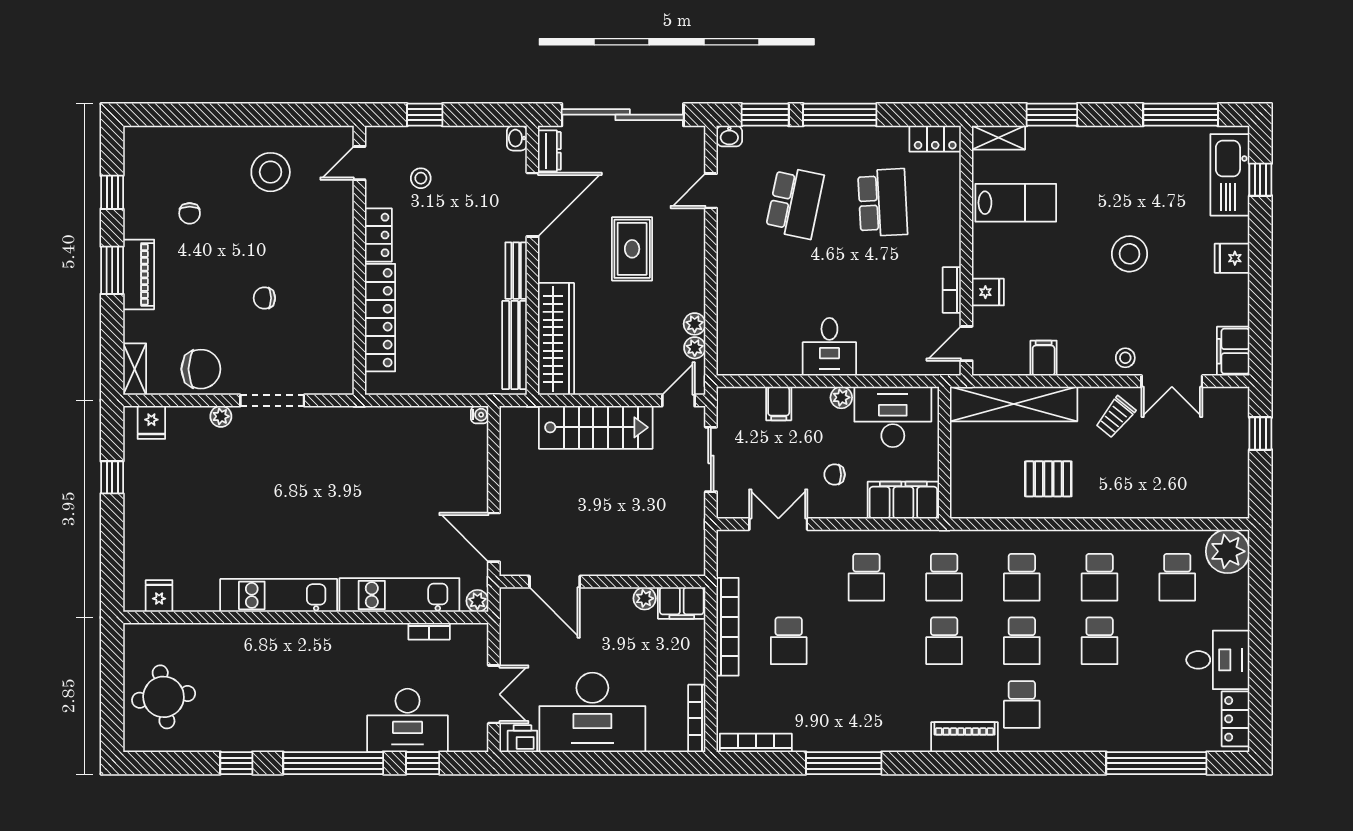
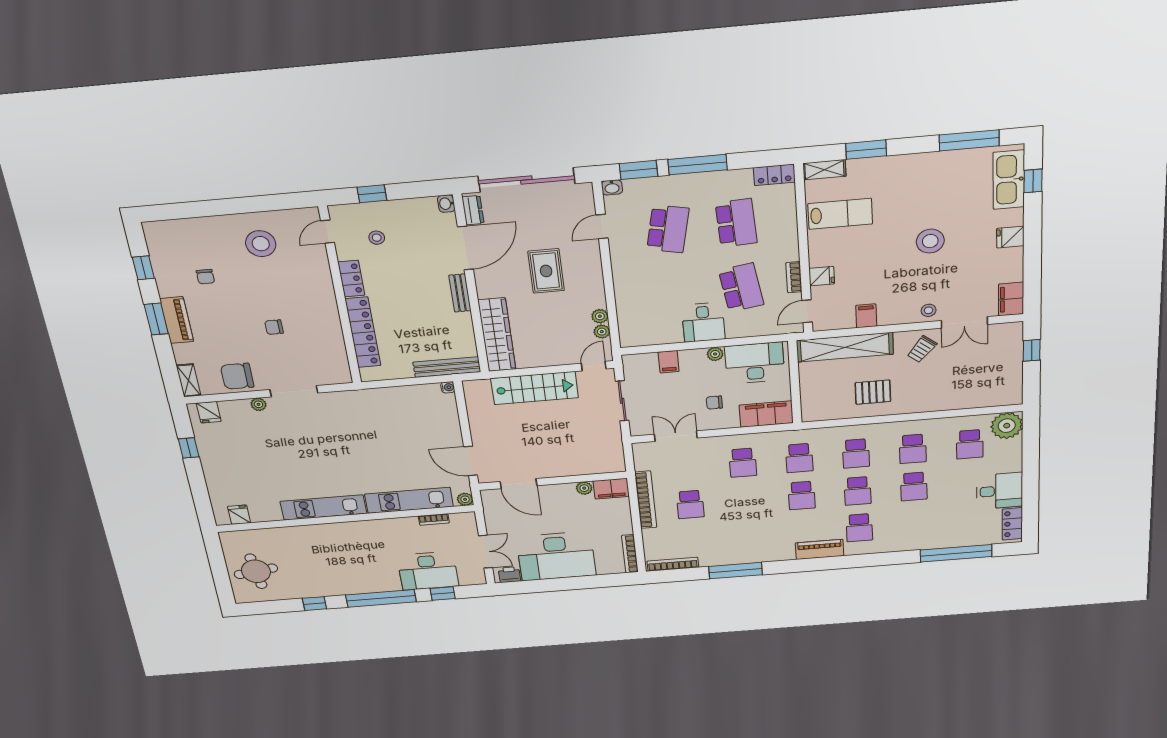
school desk: (883, 299) -> (741, 287), added
bench: (515, 345) -> (447, 367), moved, turned 90
chair: (201, 369) -> (237, 376), turned 180

